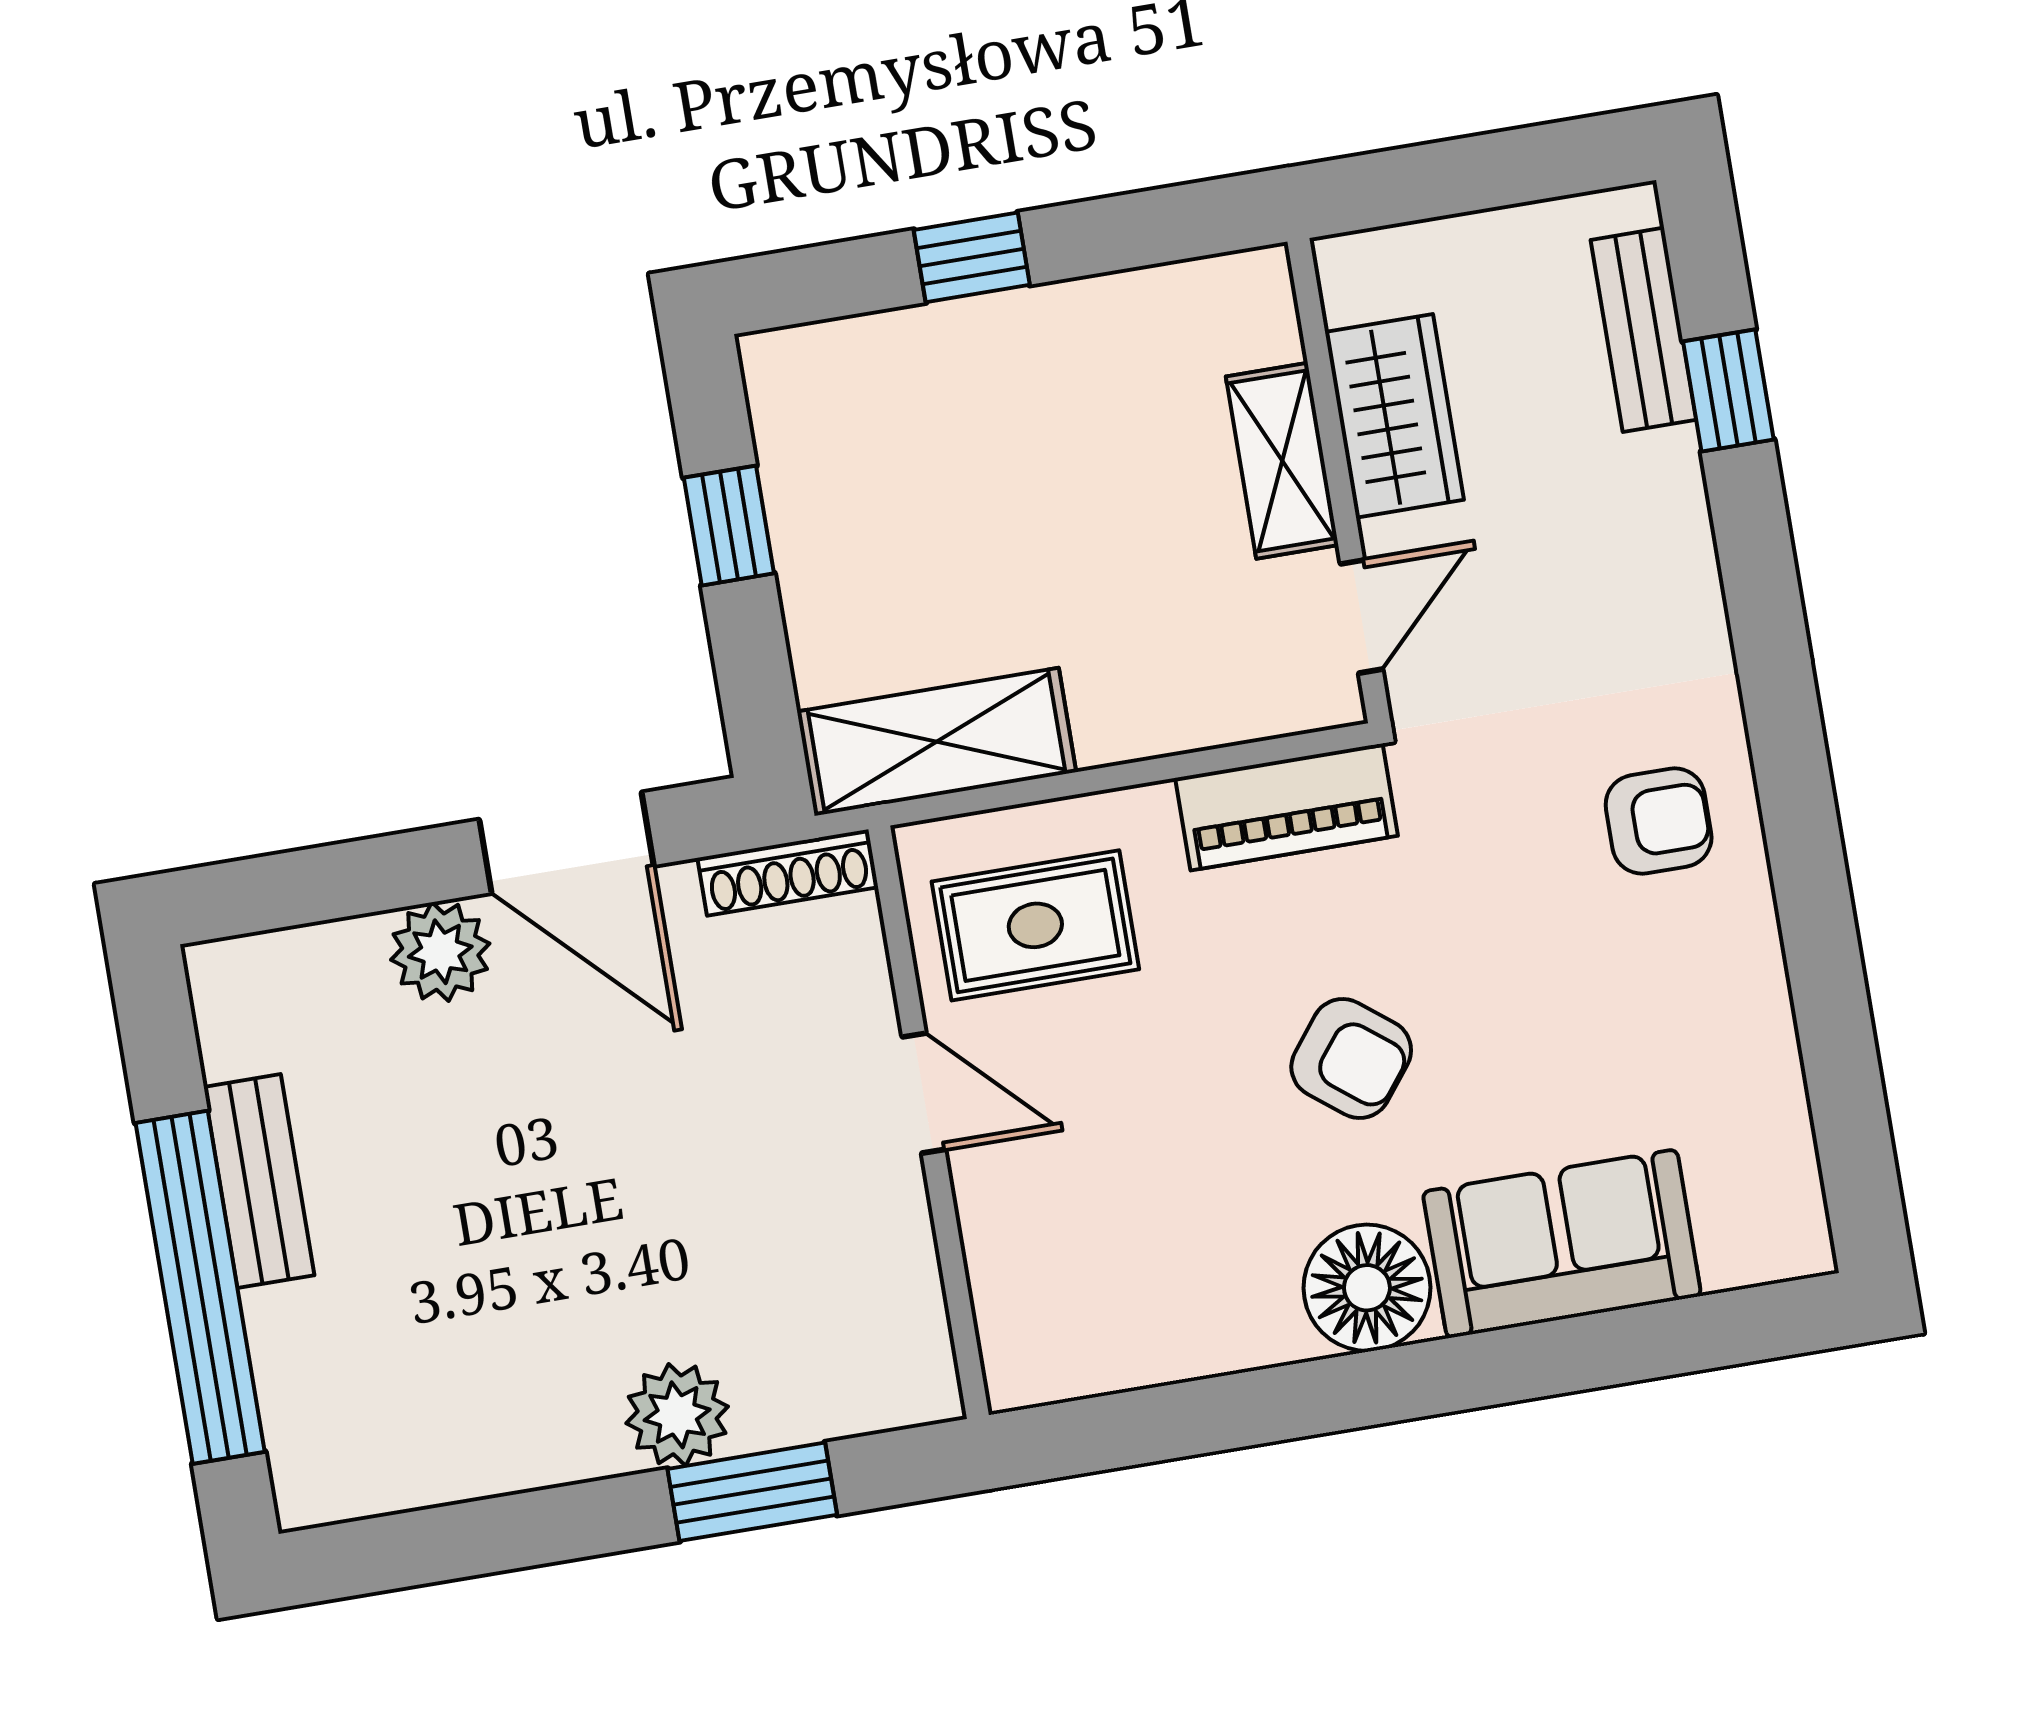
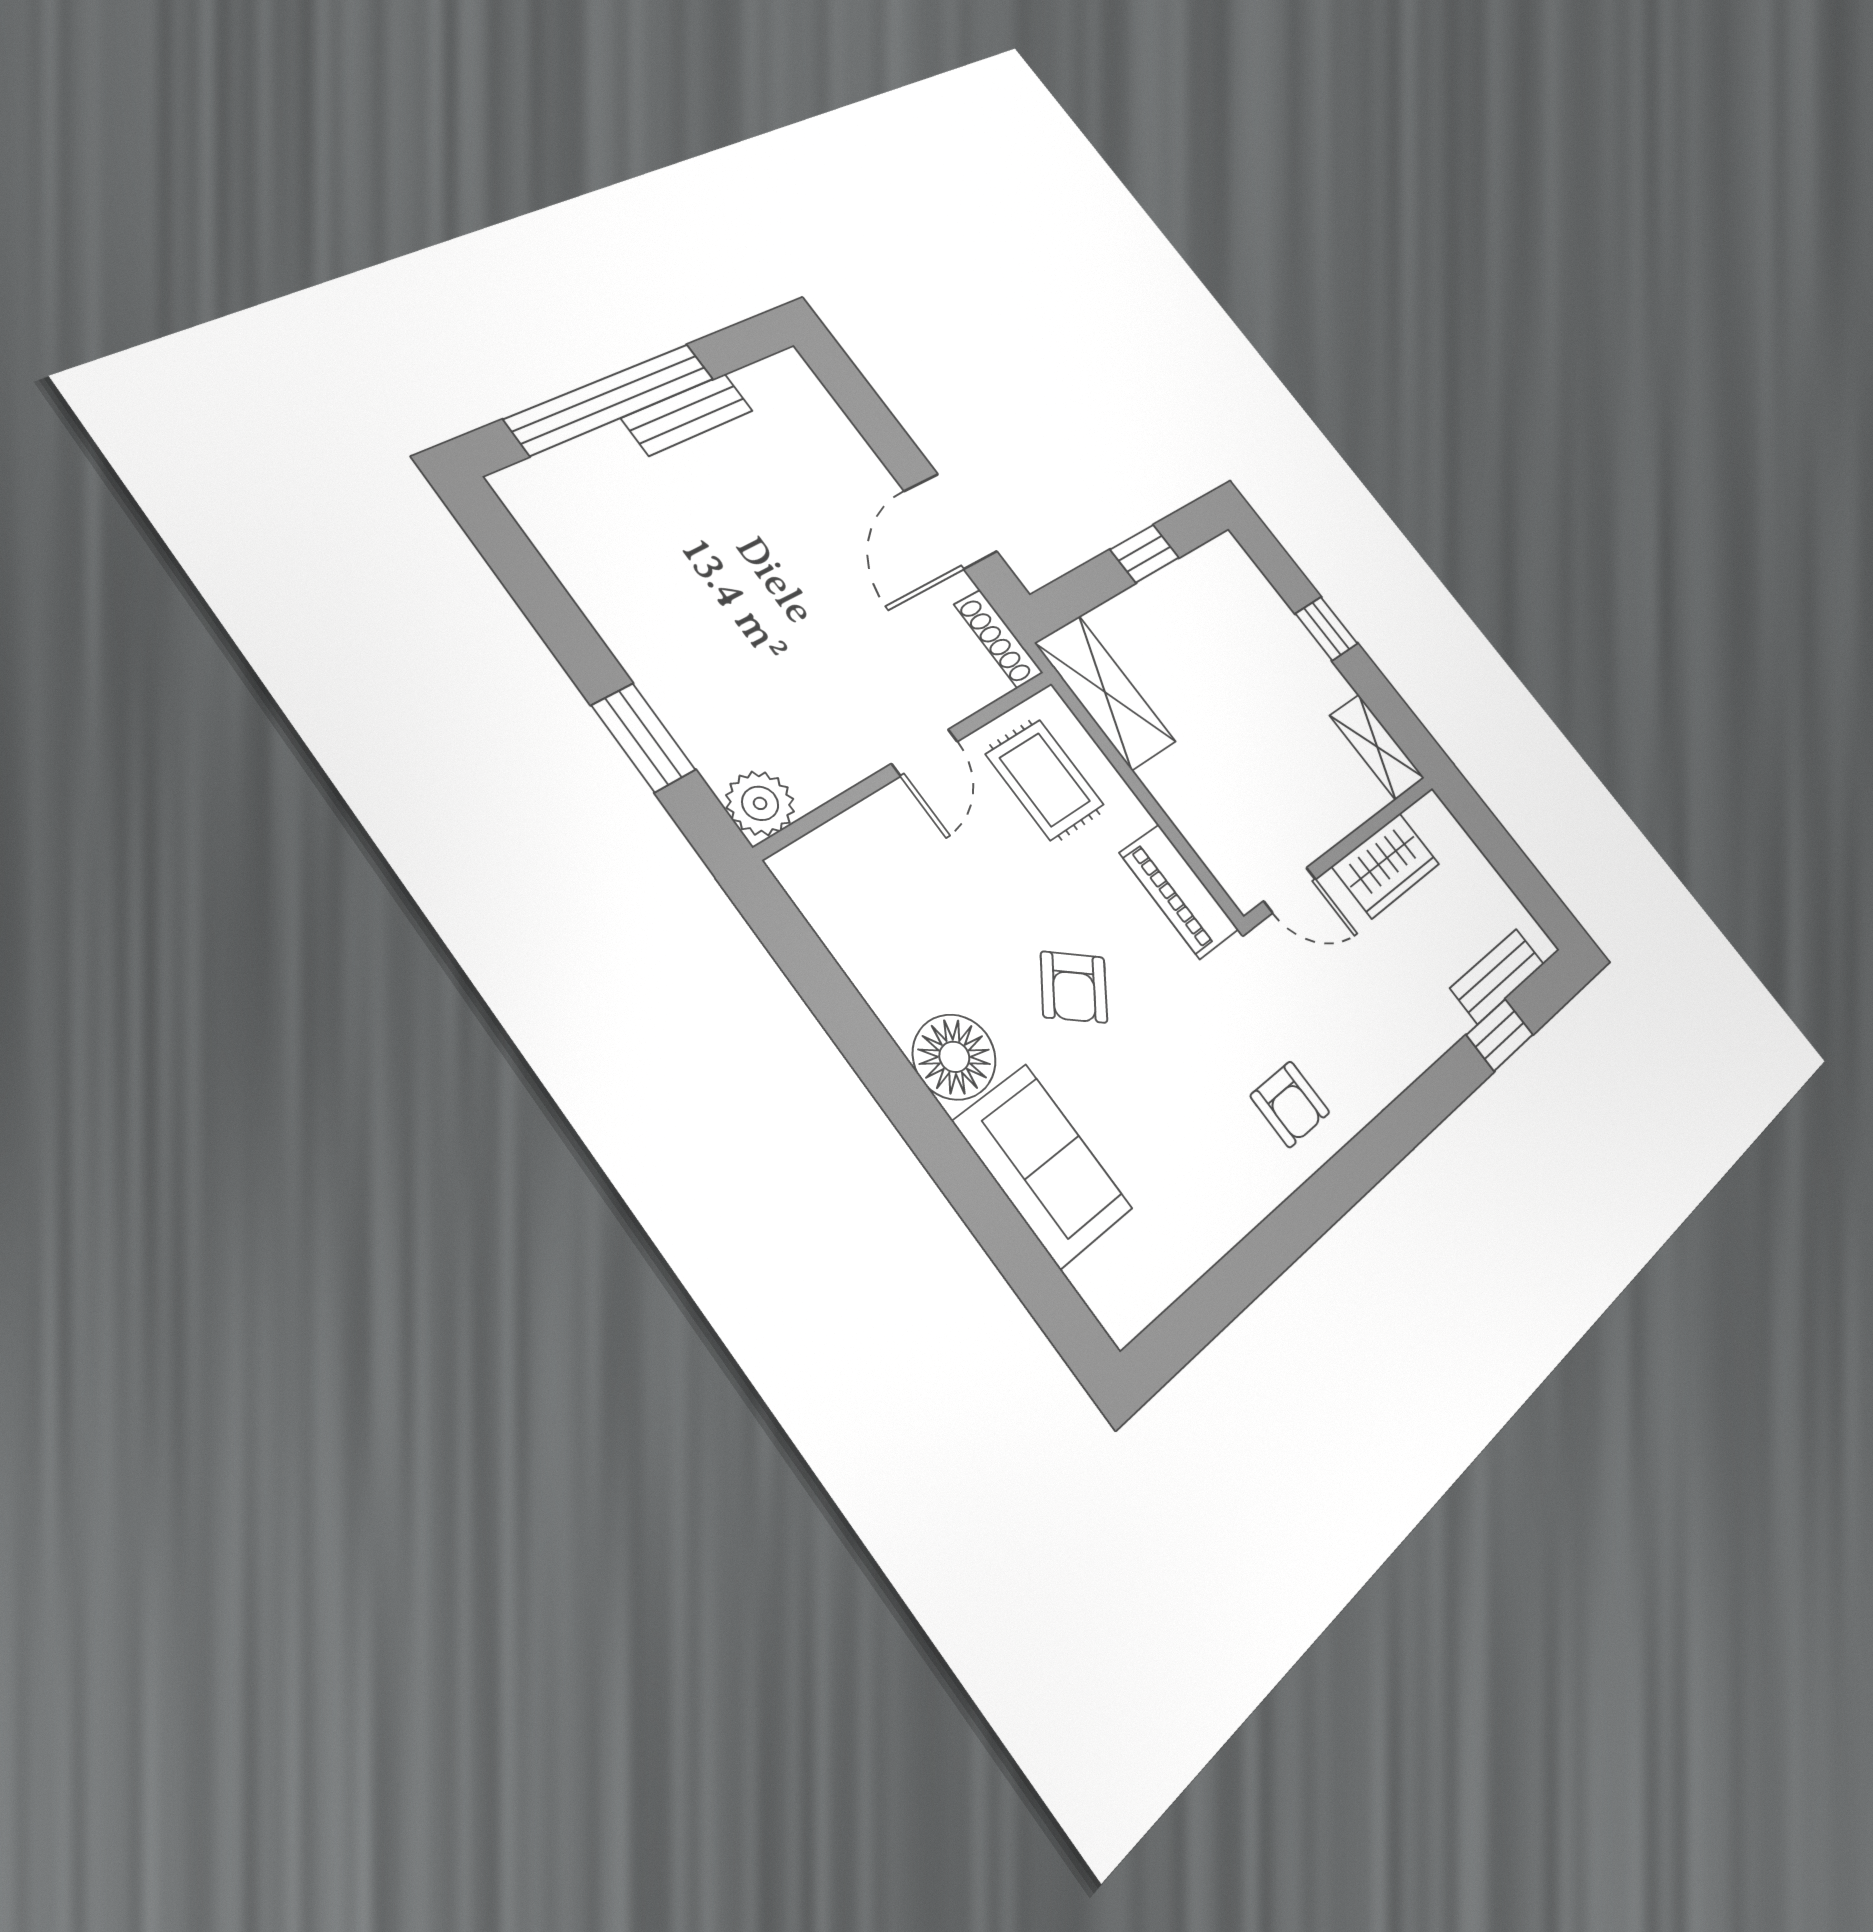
shelving: (1282, 461) -> (1377, 747), moved, turned 90
plant: (440, 952) -> (860, 474), removed
plant: (677, 1415) -> (760, 803), moved

